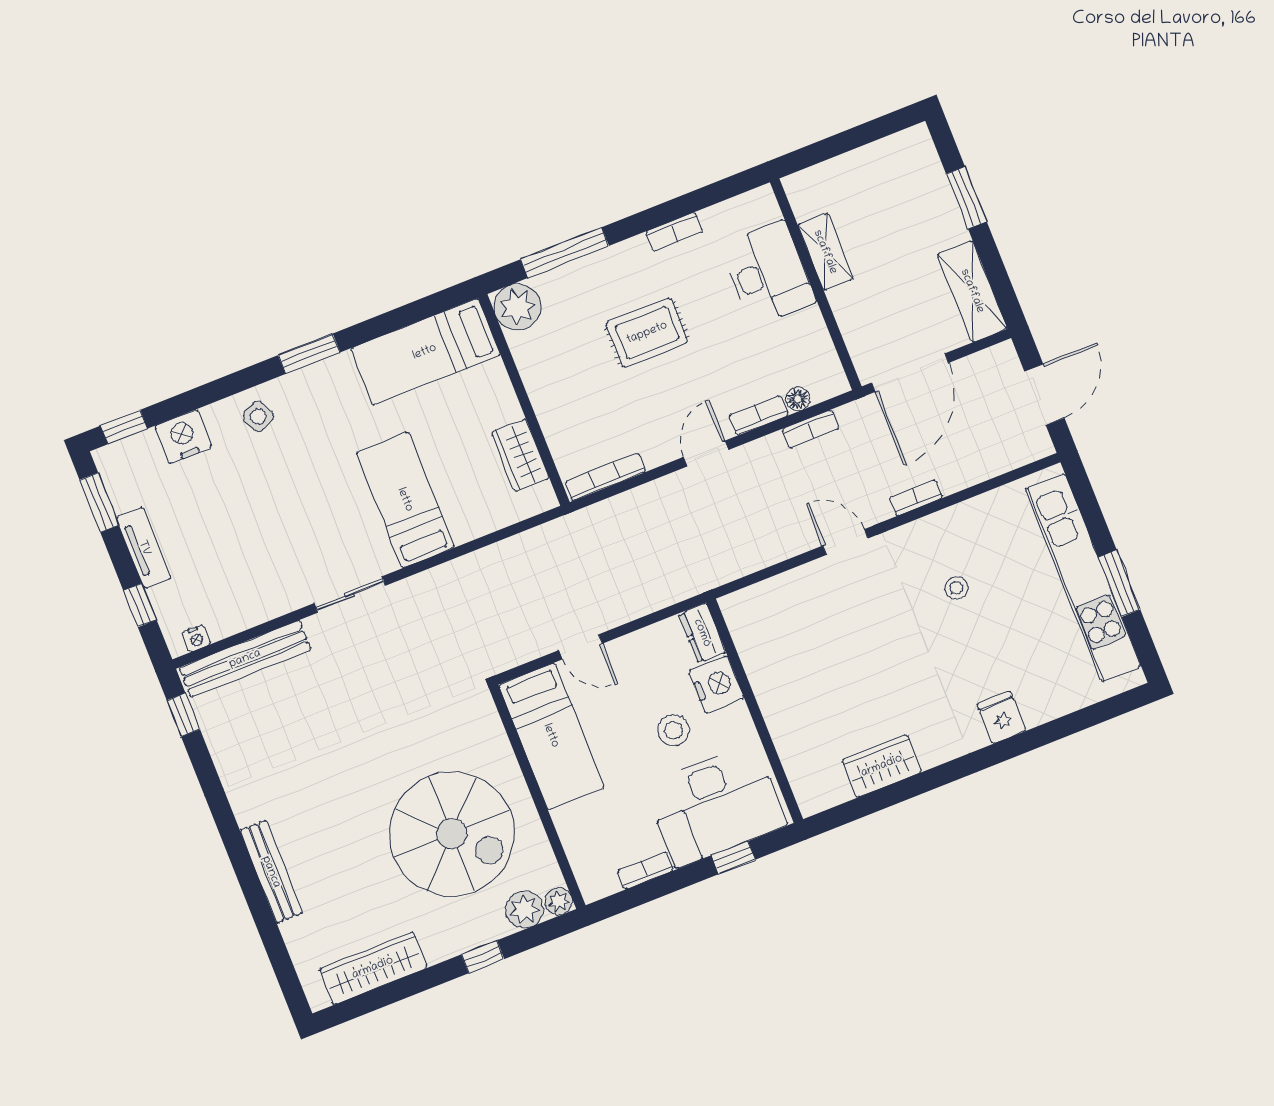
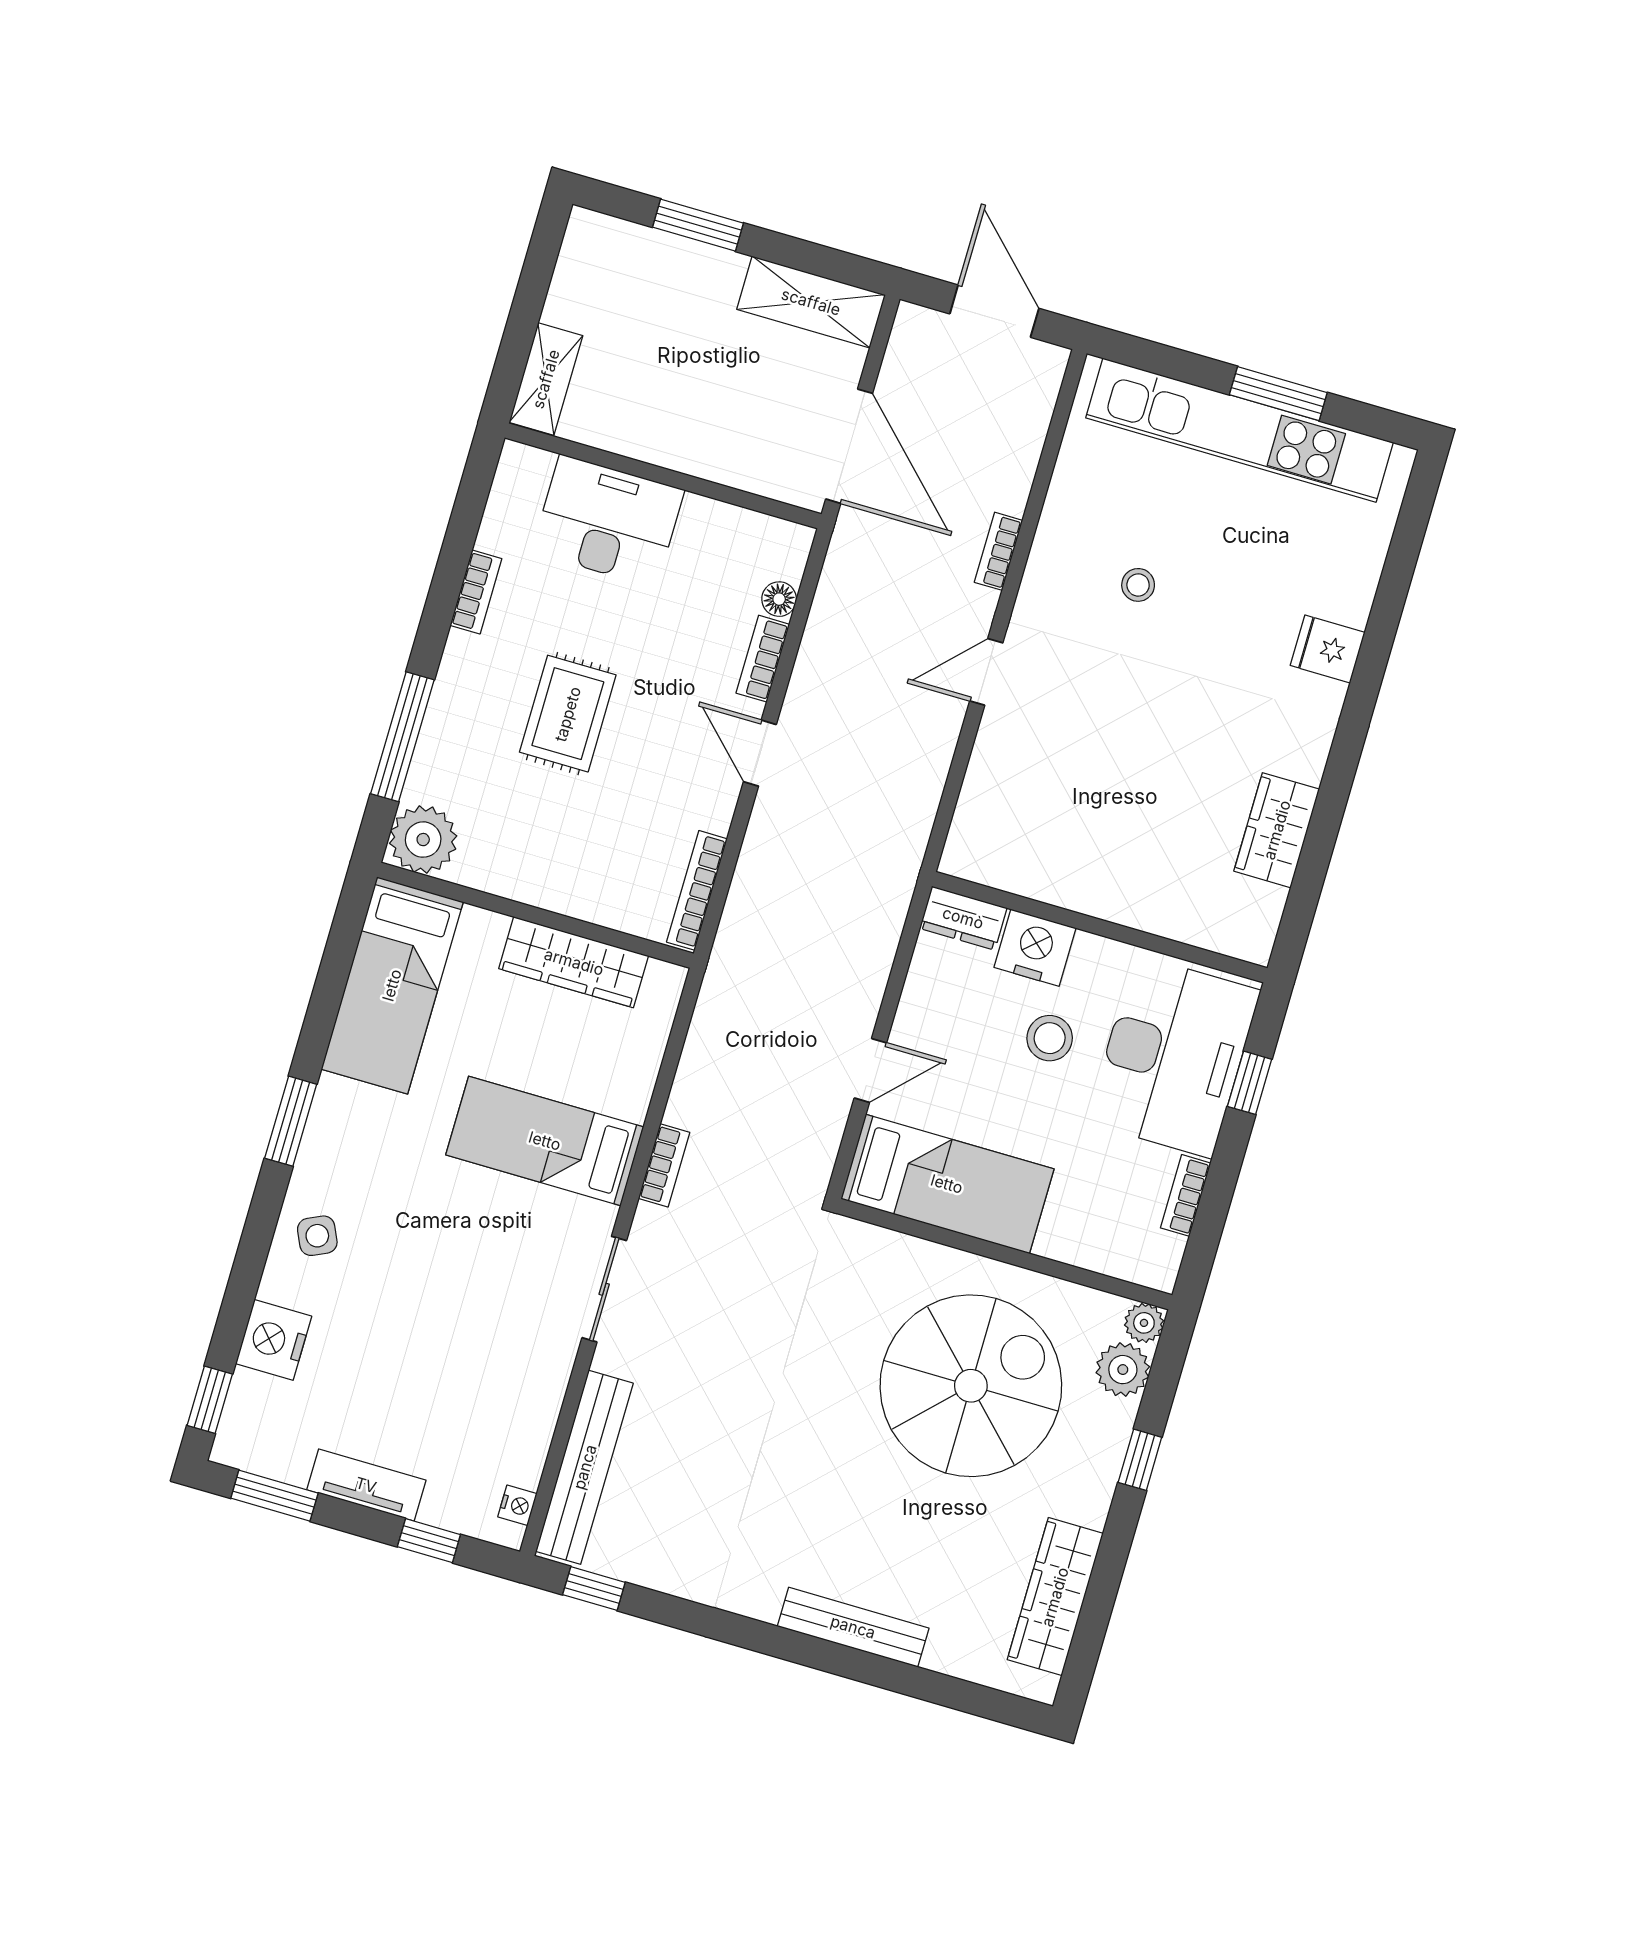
shelving: (825, 252) -> (546, 379), moved, turned 90
bookcase: (810, 429) -> (664, 1165), moved
wardrobe: (520, 455) -> (574, 962), width x1.50

